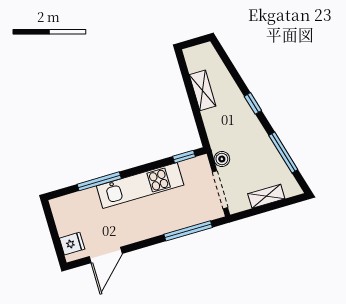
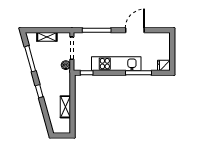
fridge: (72, 244) -> (164, 65), moved
door: (106, 255) -> (135, 30), moved

